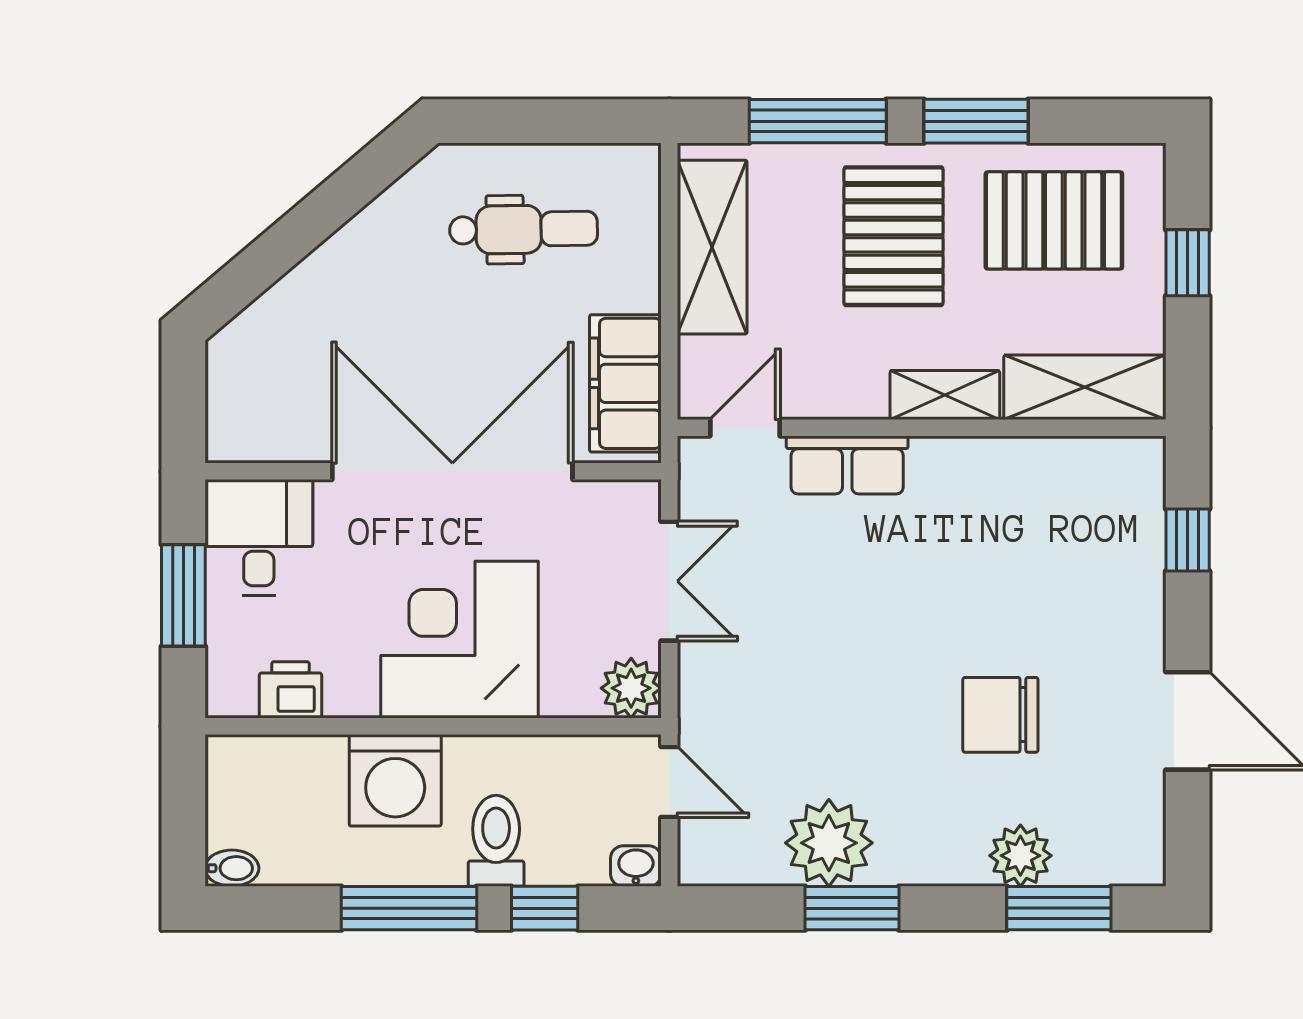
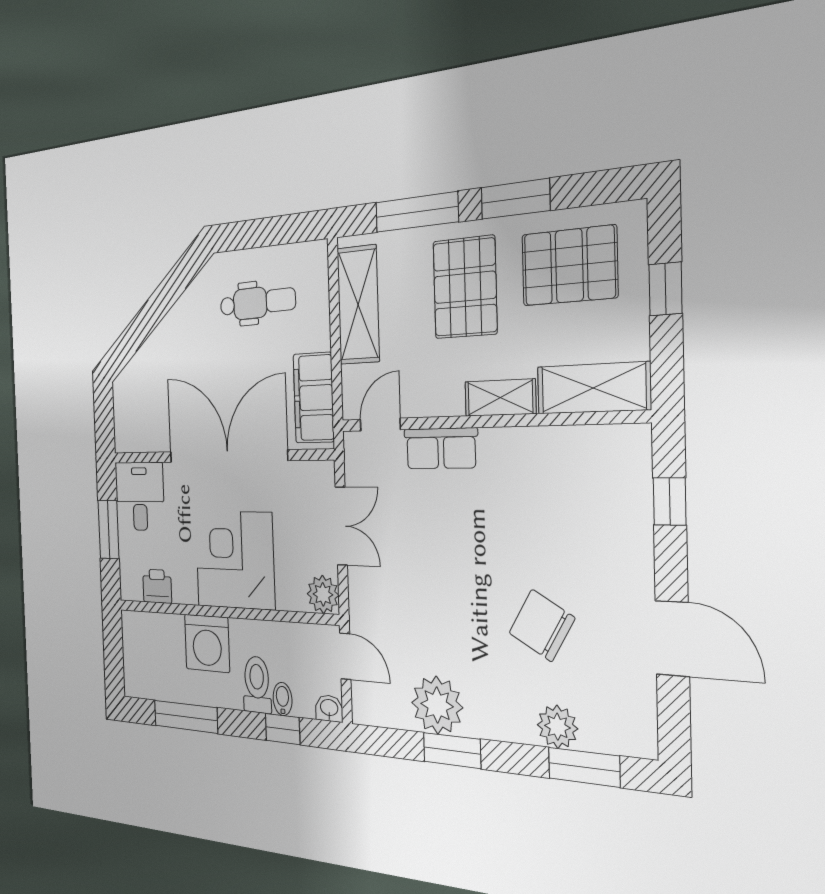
chair: (1000, 715) -> (542, 626), turned 30
bidet: (232, 868) -> (282, 699), moved, turned -90
window: (409, 908) -> (186, 717), moved

